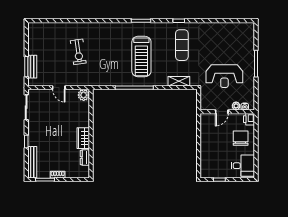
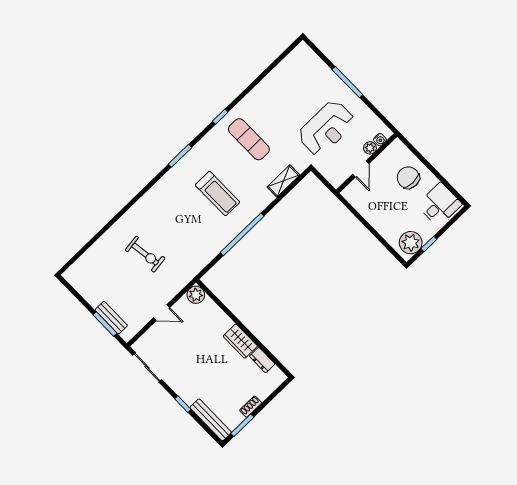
treadmill: (141, 56) -> (217, 194), width x0.73, depth x0.73
printer: (249, 119) -> (398, 149), removed
plant: (211, 170) -> (411, 243), added

